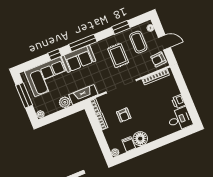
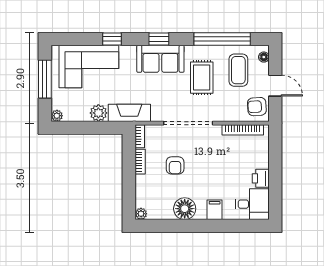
window: (121, 27) -> (222, 39), width x2.11
window: (83, 43) -> (159, 39), width x0.46
sofa: (78, 59) -> (160, 59), moved
filing cabinet: (129, 144) -> (215, 210), moved

